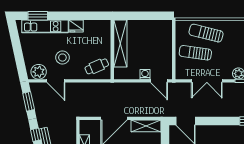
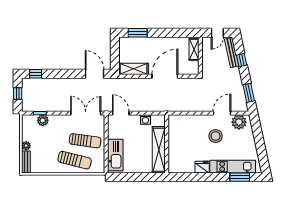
kitchen sink: (164, 38) -> (115, 155), added
cafe table: (97, 66) -> (182, 127), removed
washing machine: (145, 74) -> (145, 120), moved
door: (56, 81) -> (222, 113), hinge flipped
double door: (207, 81) -> (86, 113), moved

